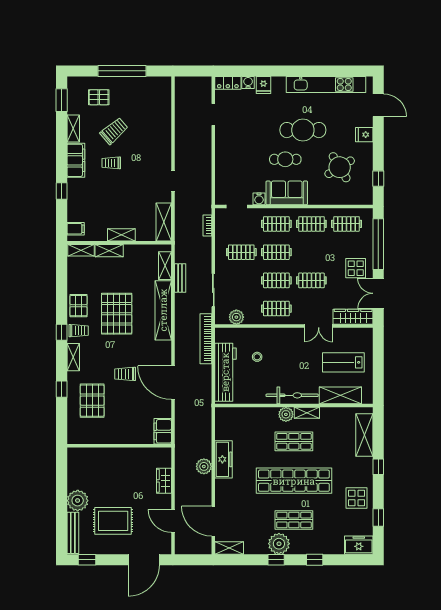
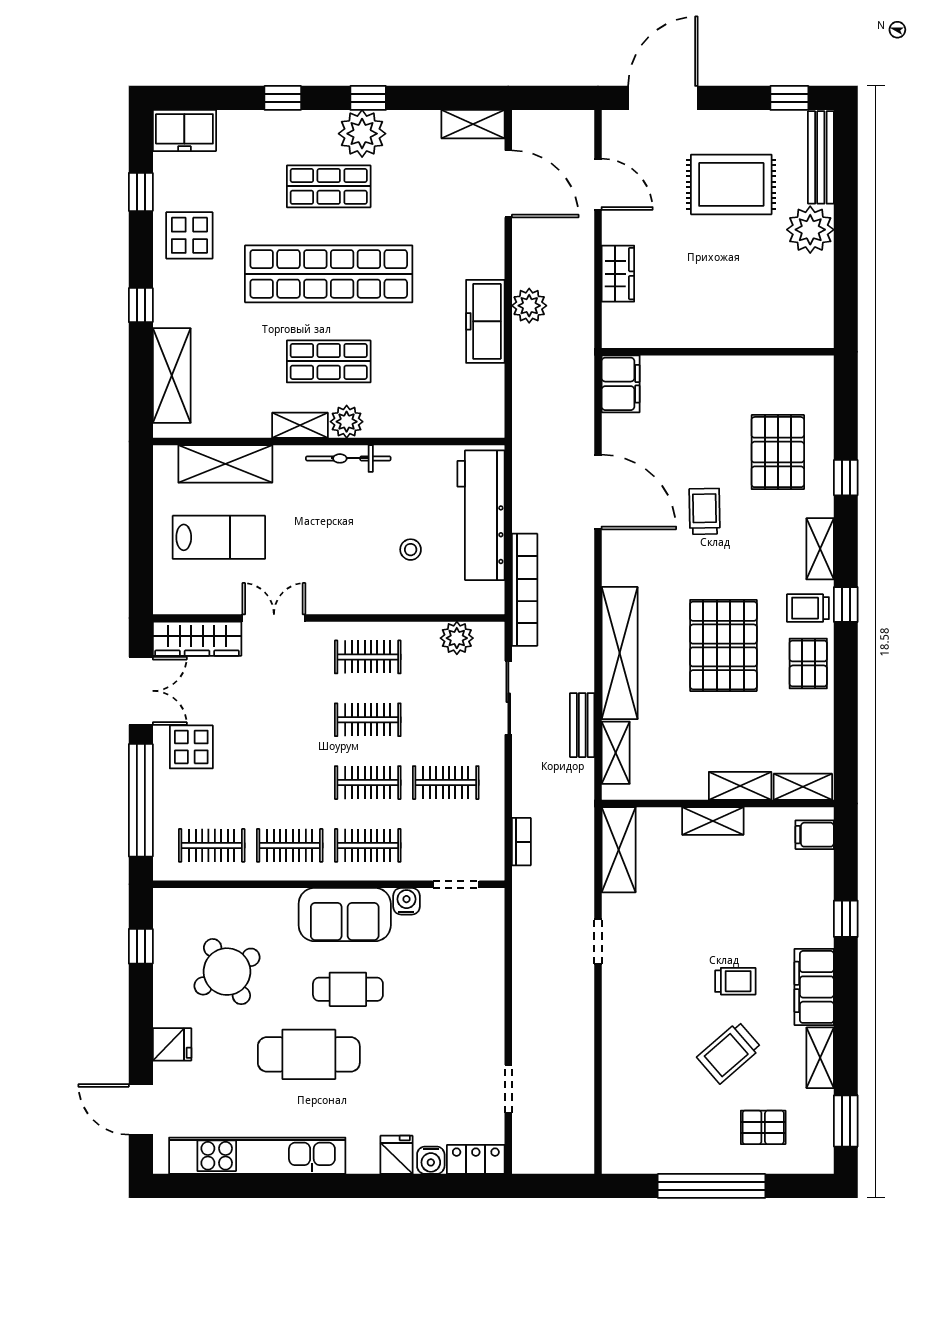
clothes rail: (311, 280) -> (290, 720), removed
trolley: (125, 374) -> (705, 511), turned -91
bicycle: (292, 395) -> (348, 458), width x0.73, depth x0.71

